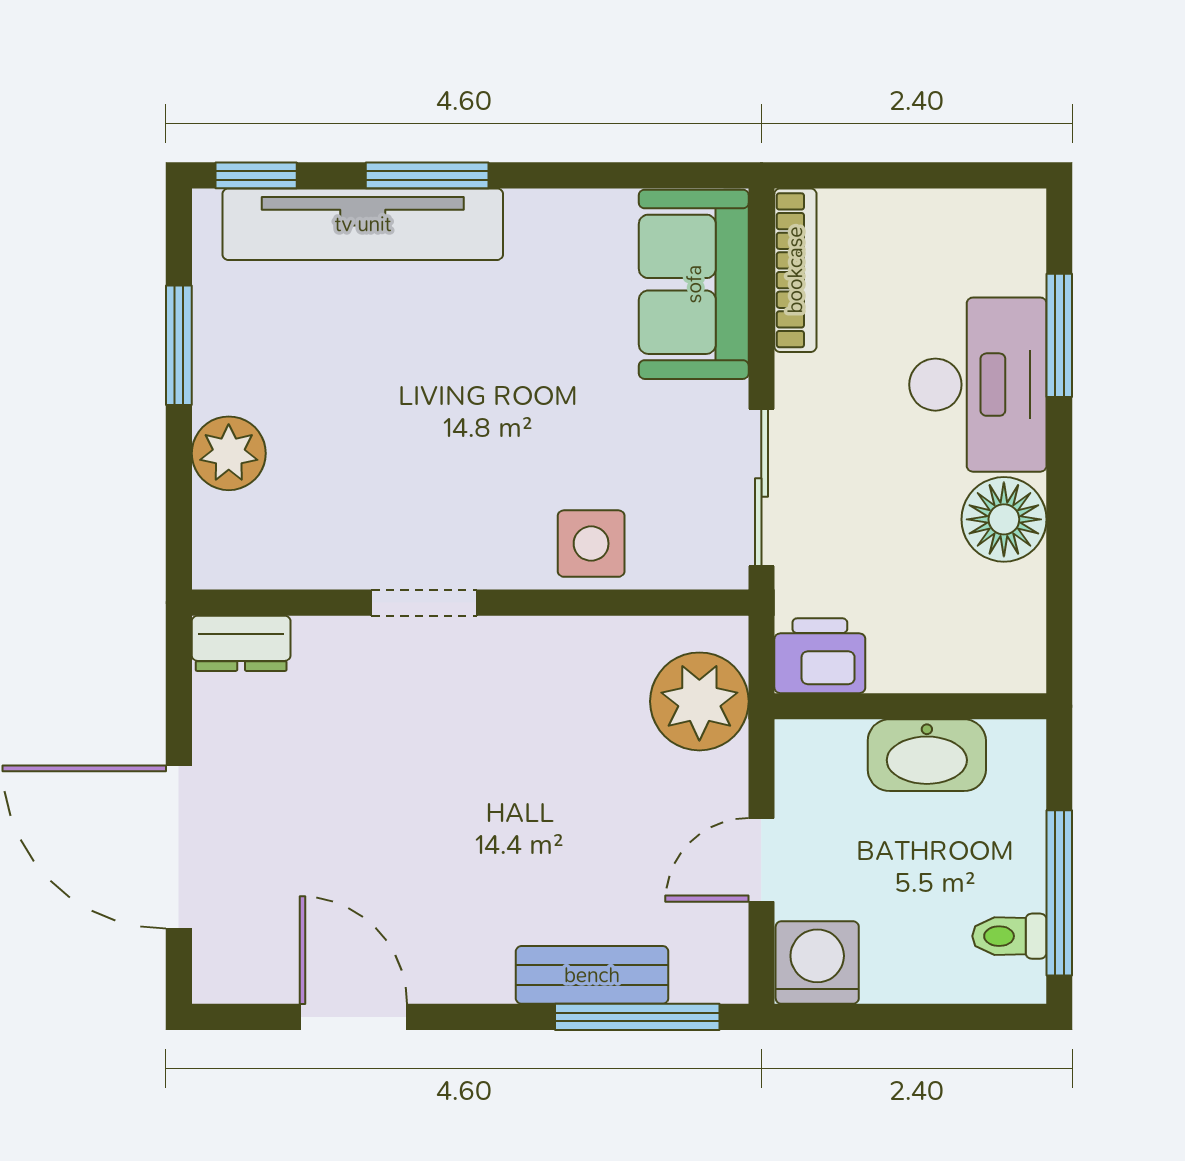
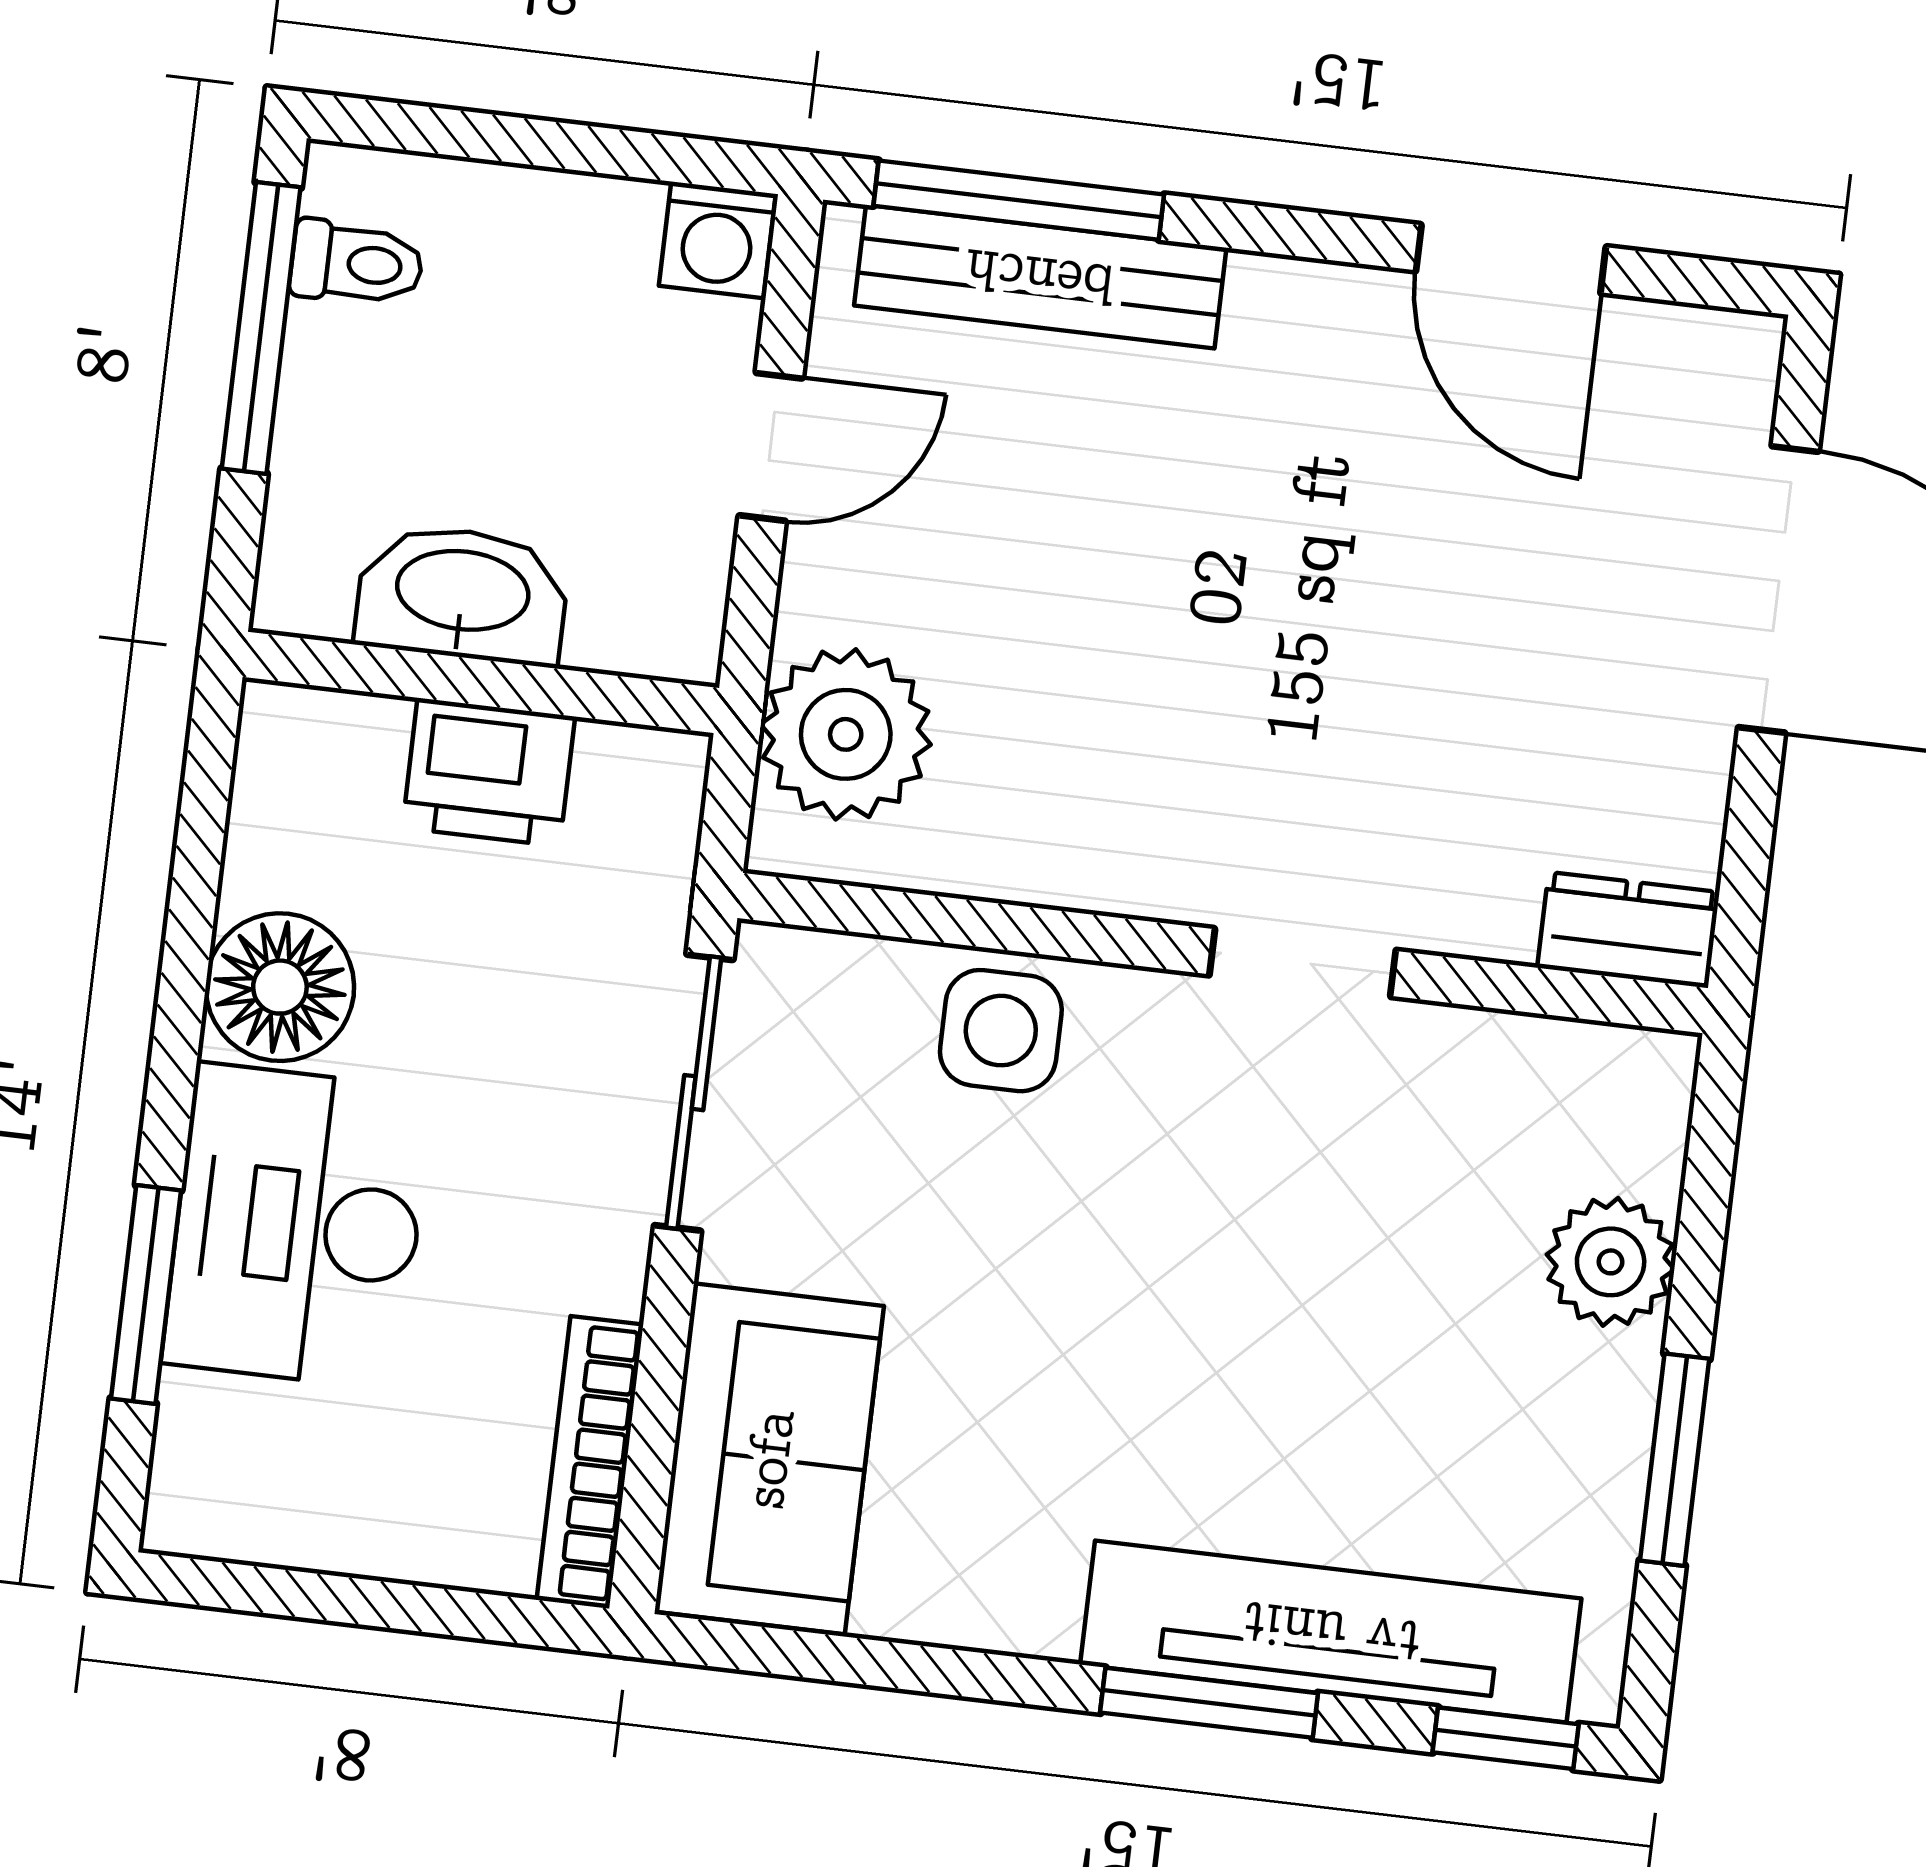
printer: (820, 656) -> (489, 772), moved
washing machine: (817, 963) -> (717, 240), width x0.73, depth x0.73
bench: (592, 975) -> (1040, 277), width x1.36

